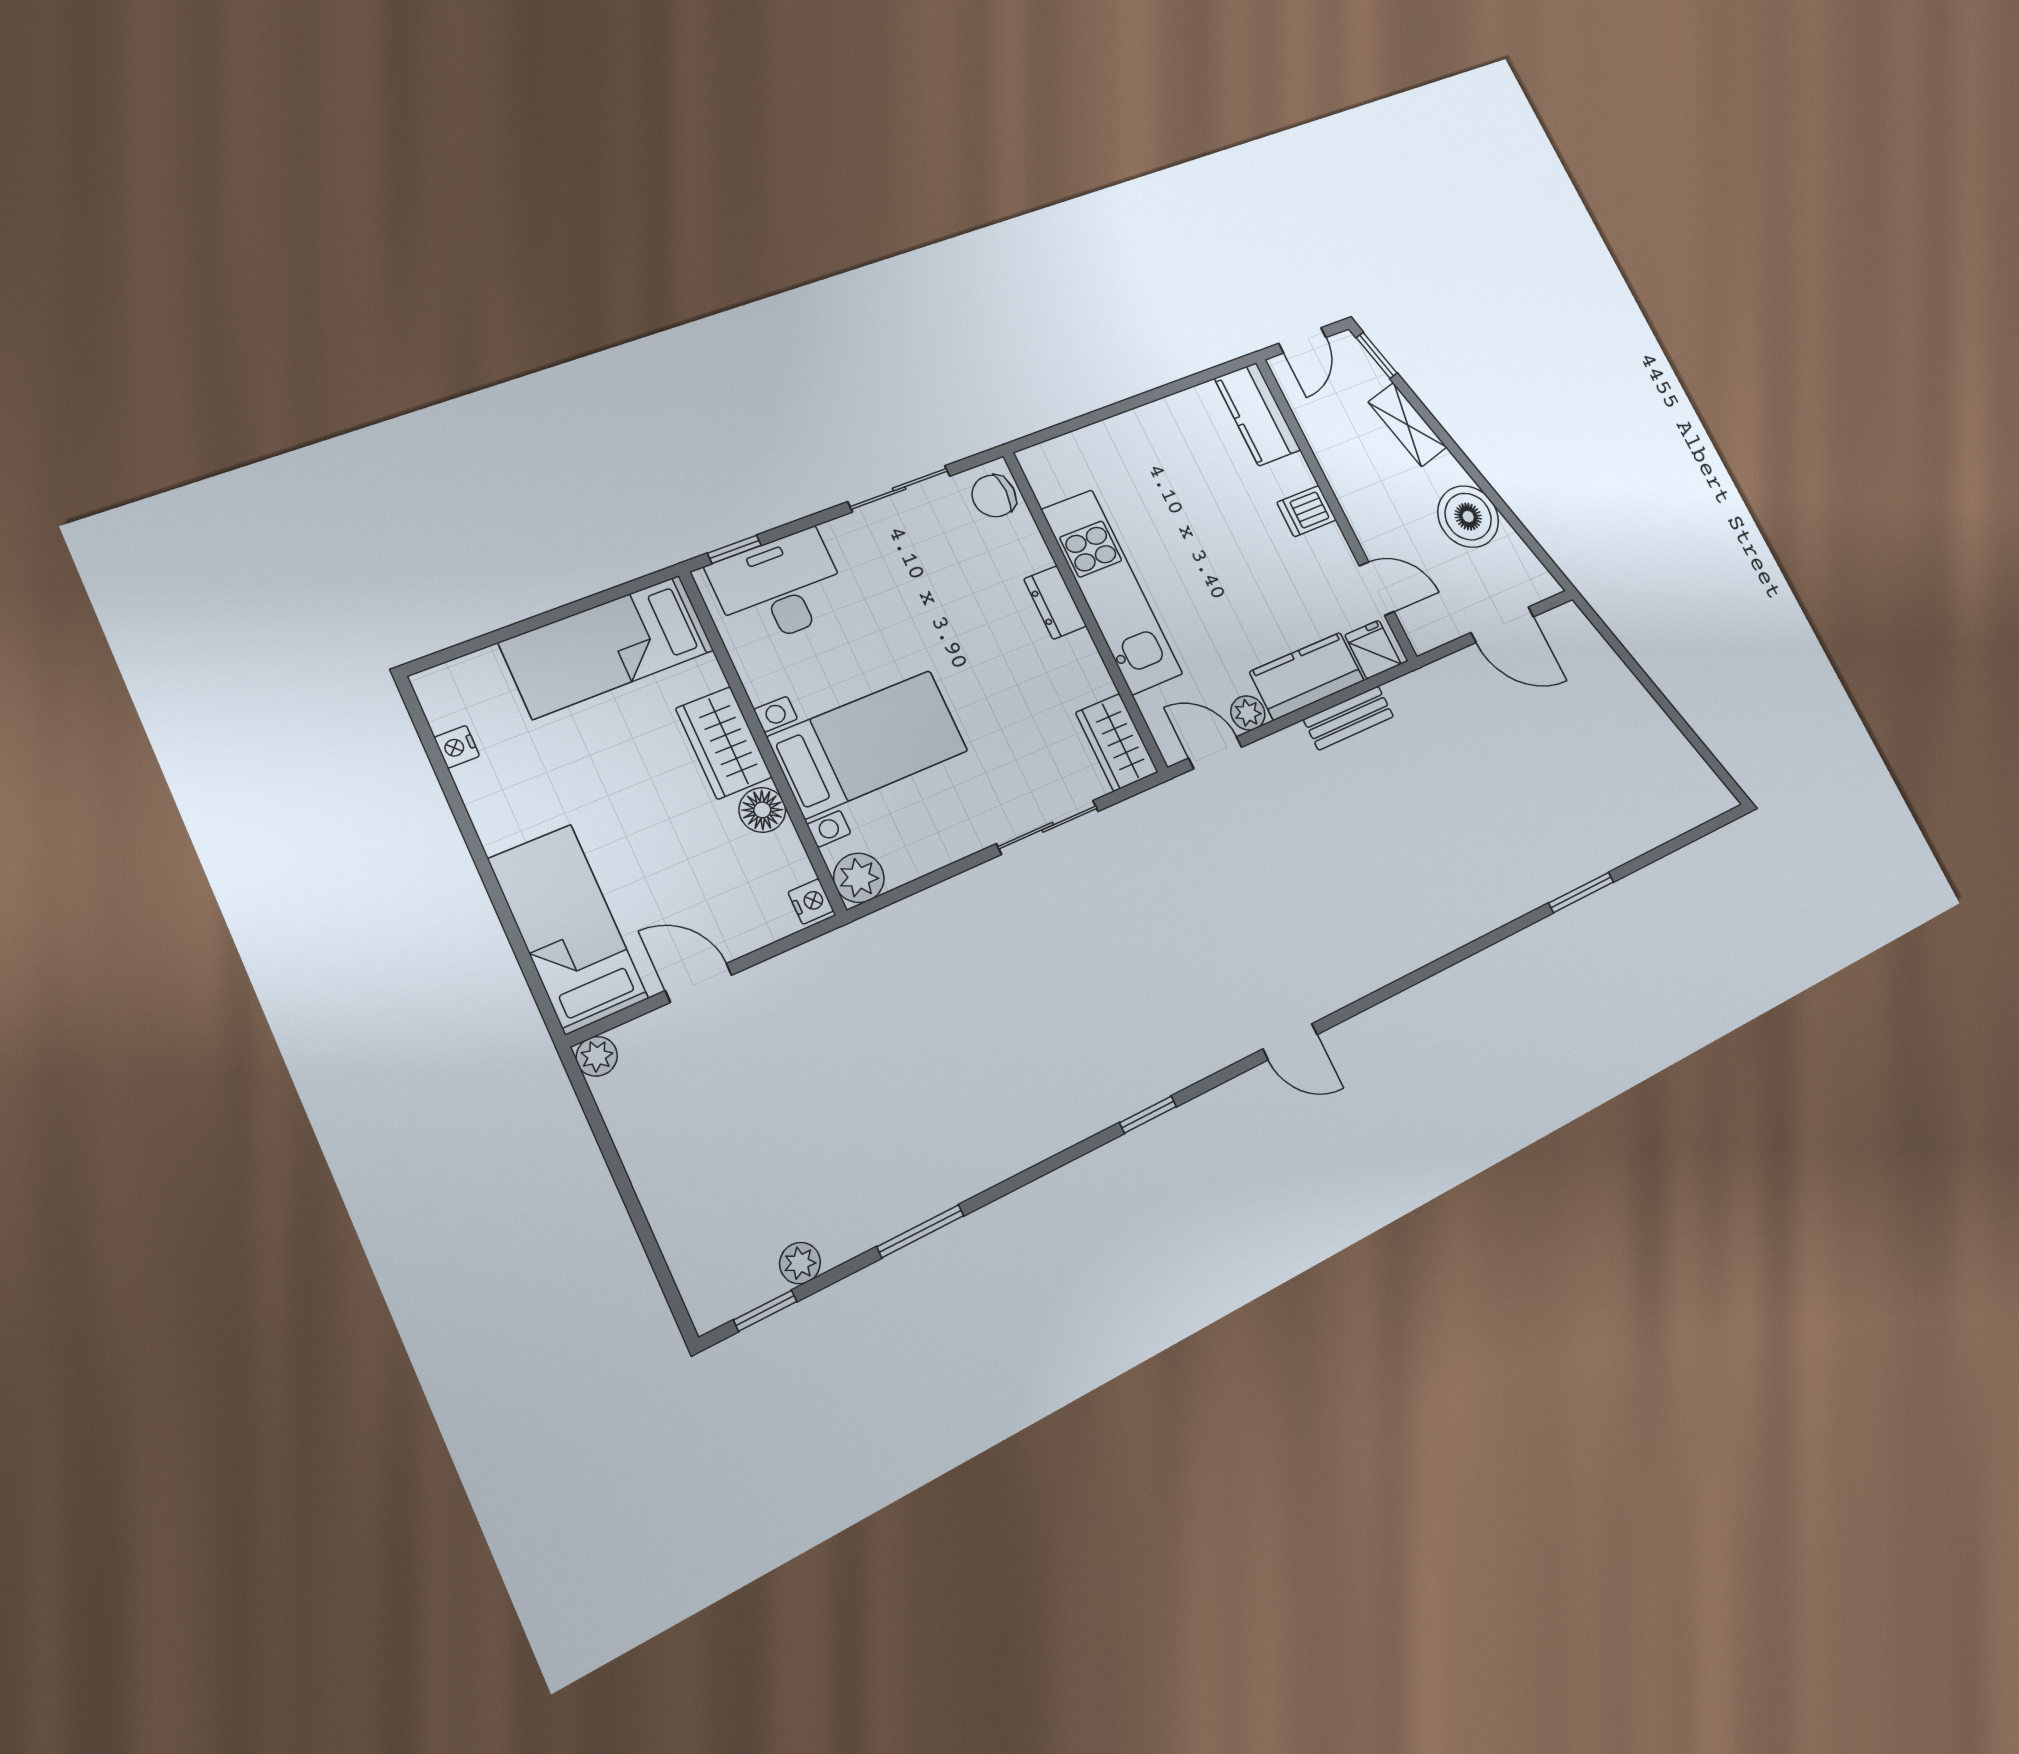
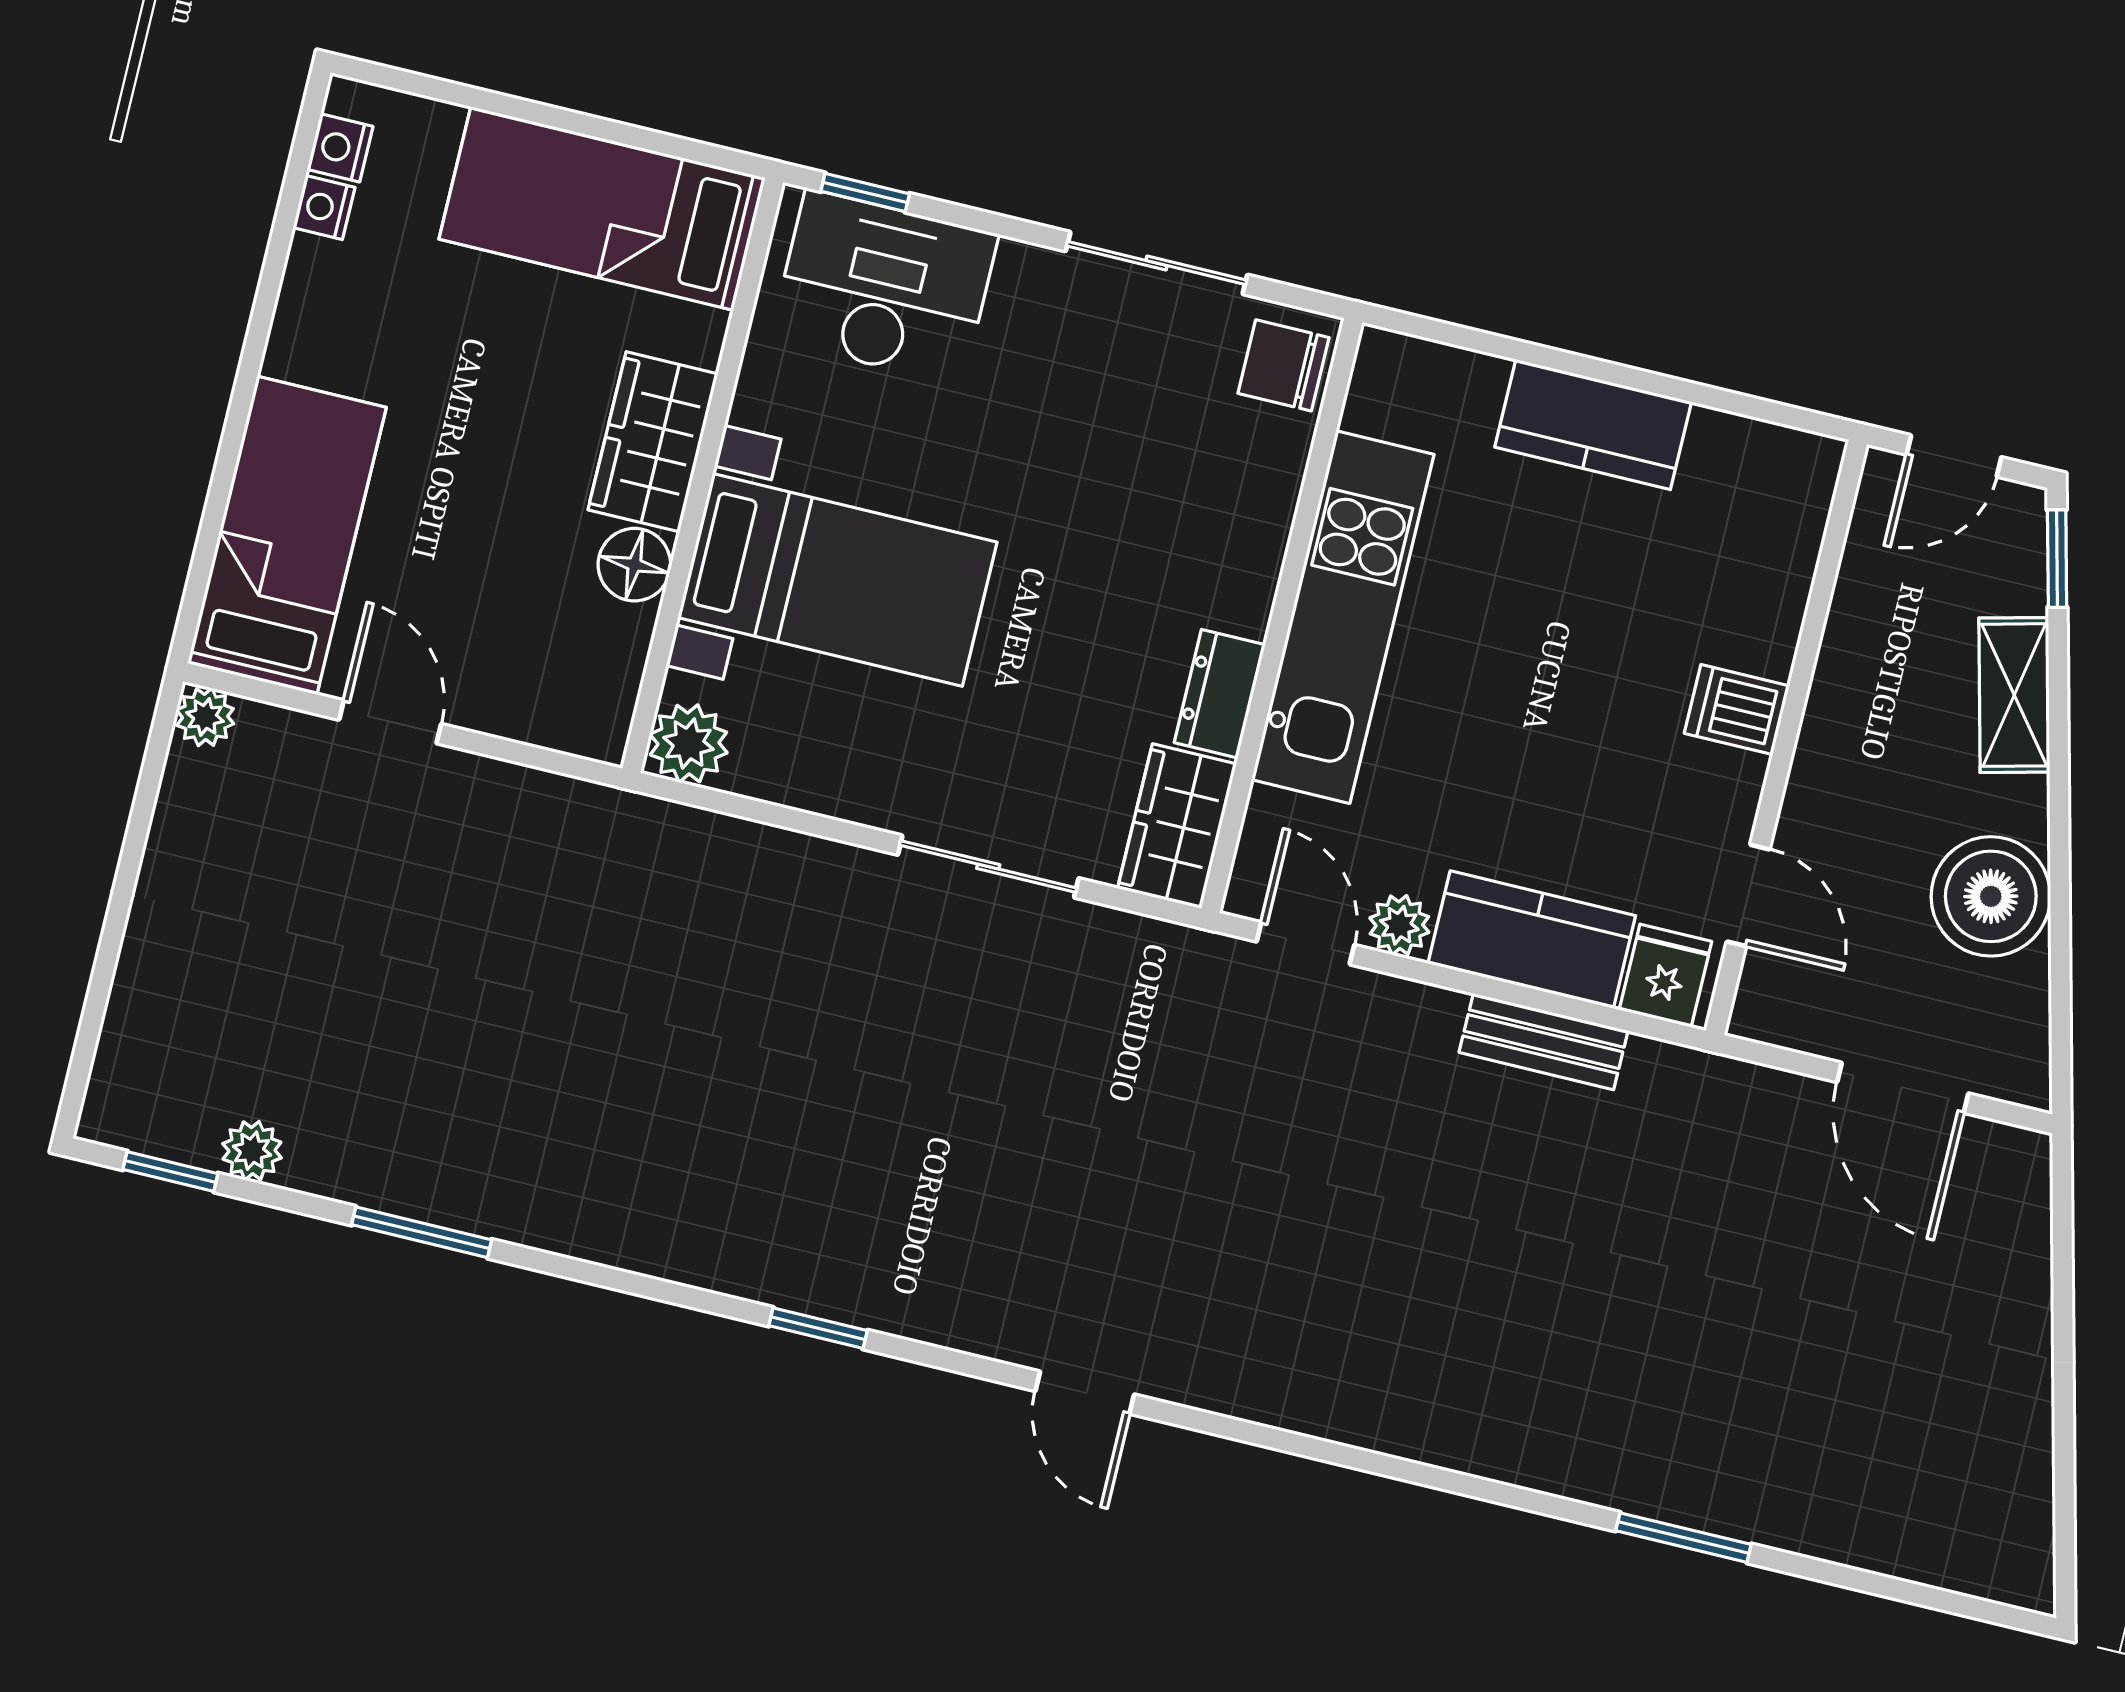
kitchen counter: (1258, 414) -> (1593, 425), moved, turned -90
dresser: (1055, 602) -> (1220, 694), moved
nightstand: (811, 901) -> (340, 148), moved, turned 180

